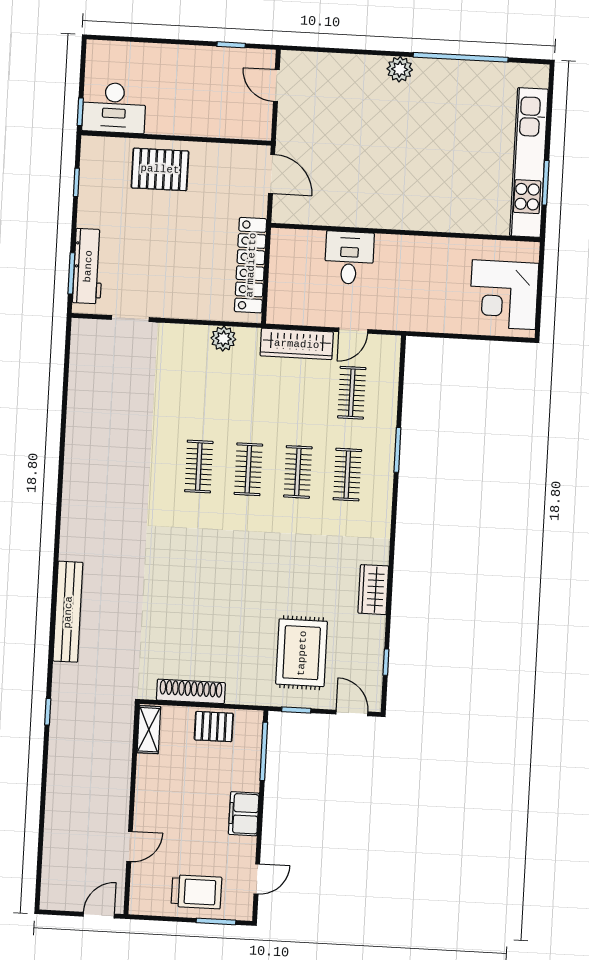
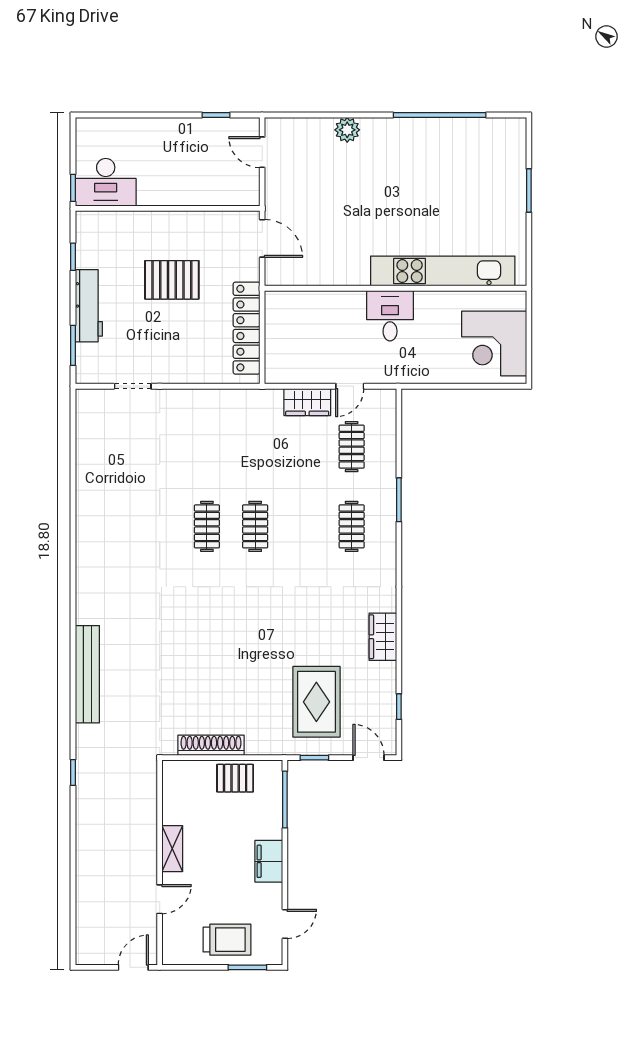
plant: (400, 69) -> (347, 130), moved
kitchen unit: (529, 163) -> (443, 271), moved, turned 90
pallet: (160, 169) -> (172, 280), moved
window: (546, 183) -> (529, 190), moved
desk: (349, 258) -> (390, 316), moved
workbench: (88, 266) -> (89, 306), moved
plant: (223, 339) -> (224, 401), removed
wardrobe: (297, 344) -> (307, 402), width x0.67
clothes rail: (298, 472) -> (303, 526), removed
shelving: (149, 730) -> (172, 849), moved

